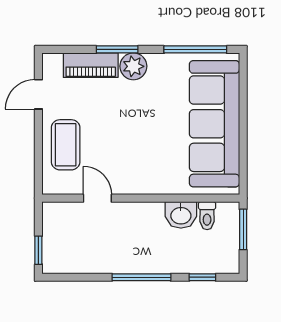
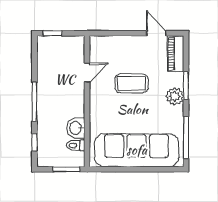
piano: (91, 65) -> (176, 54), moved
coffee table: (66, 145) -> (132, 83), moved

